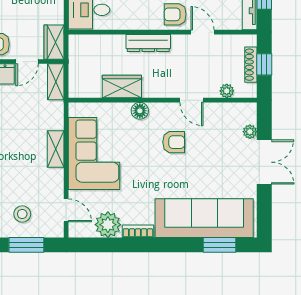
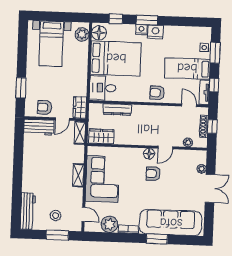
door: (203, 32) -> (189, 105), moved
dresser: (148, 43) -> (117, 109), moved
wardrobe: (122, 87) -> (101, 136), moved
door: (191, 100) -> (165, 147), hinge flipped
floor lamp: (140, 111) -> (149, 154), moved
armchair: (174, 142) -> (153, 174), turned 180
window: (219, 245) -> (157, 239), moved

